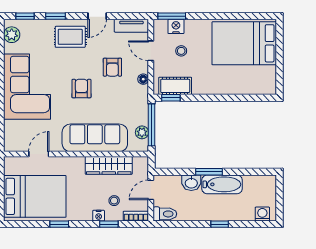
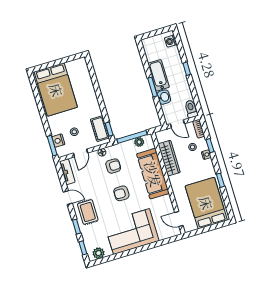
armchair: (112, 67) -> (113, 166), moved
door: (39, 154) -> (179, 219), moved

